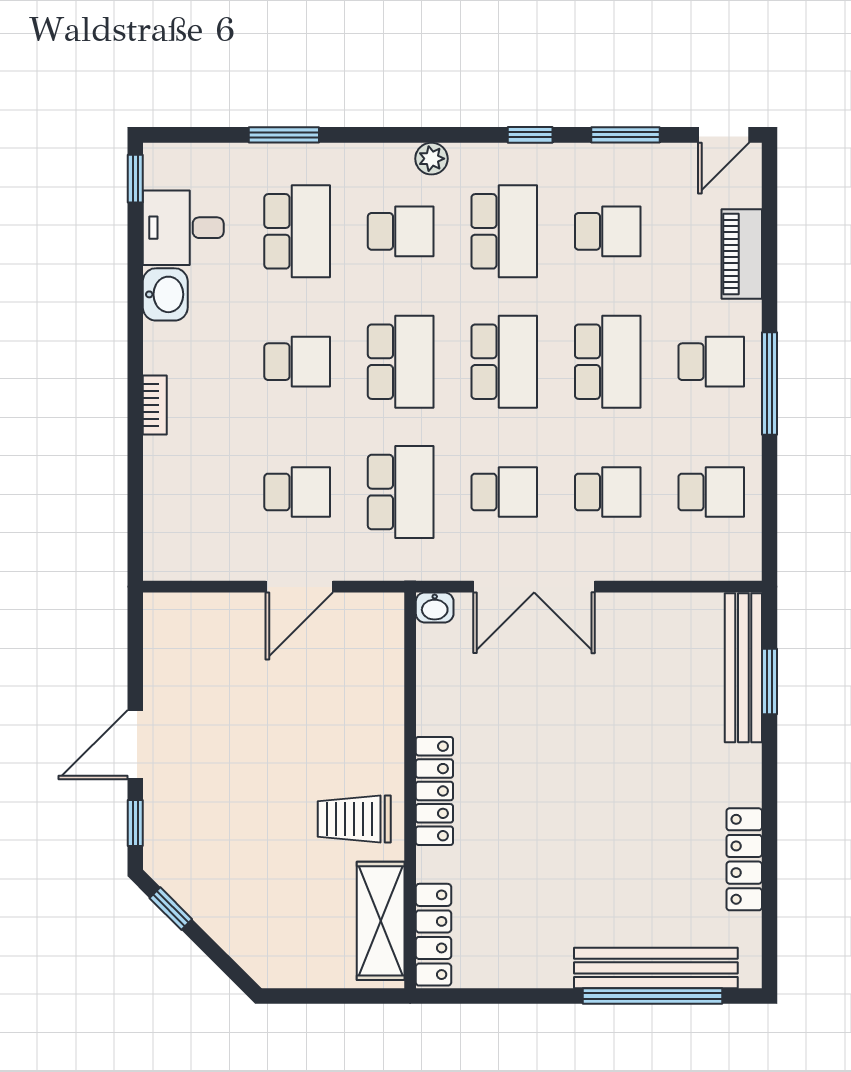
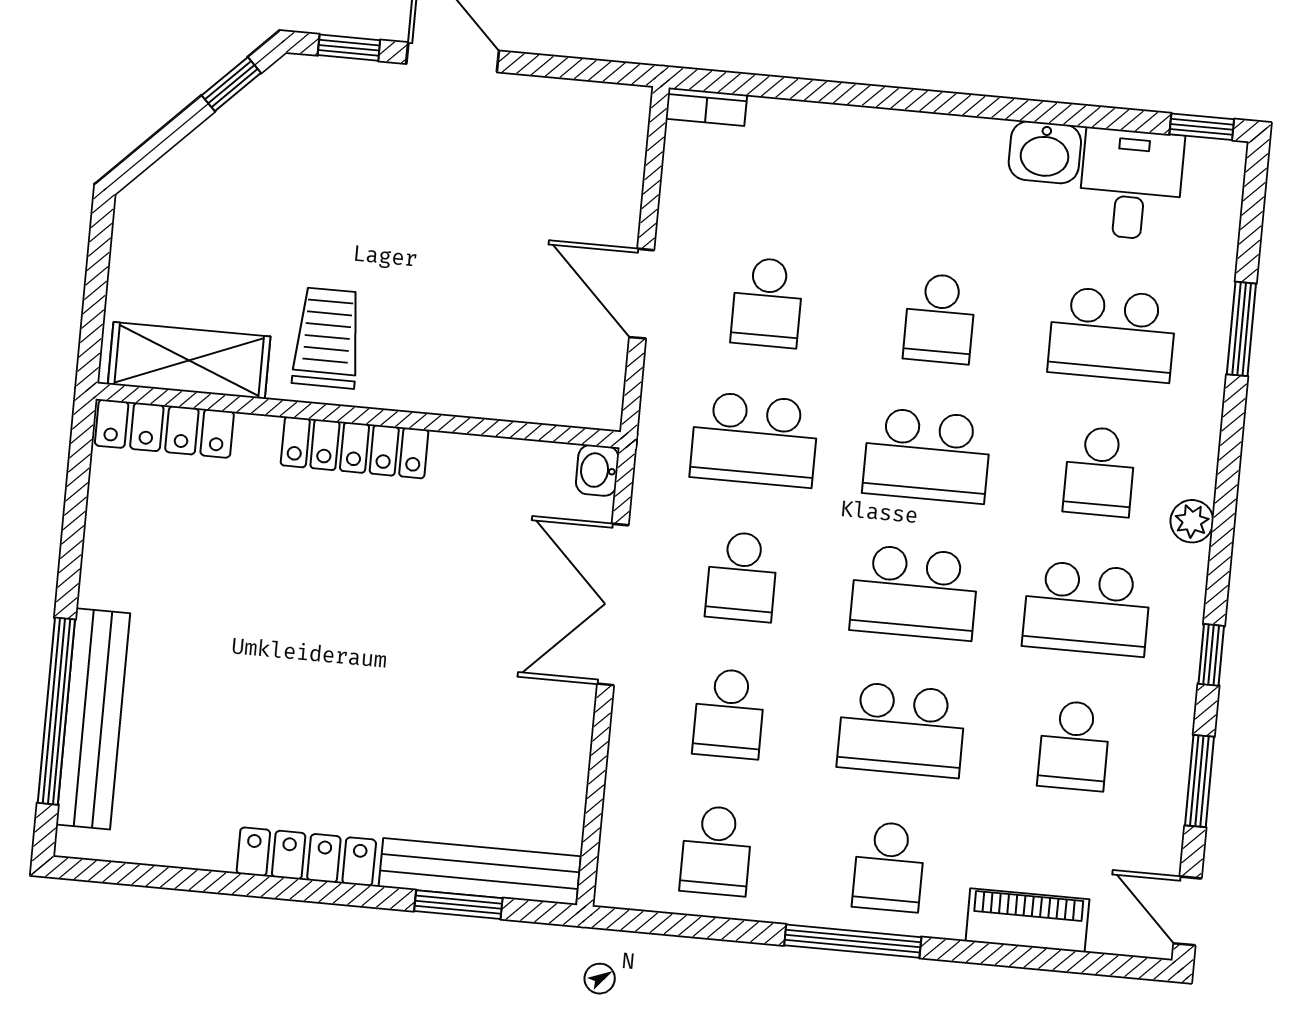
bookcase: (155, 405) -> (706, 107), moved
locker: (744, 859) -> (306, 857), moved

